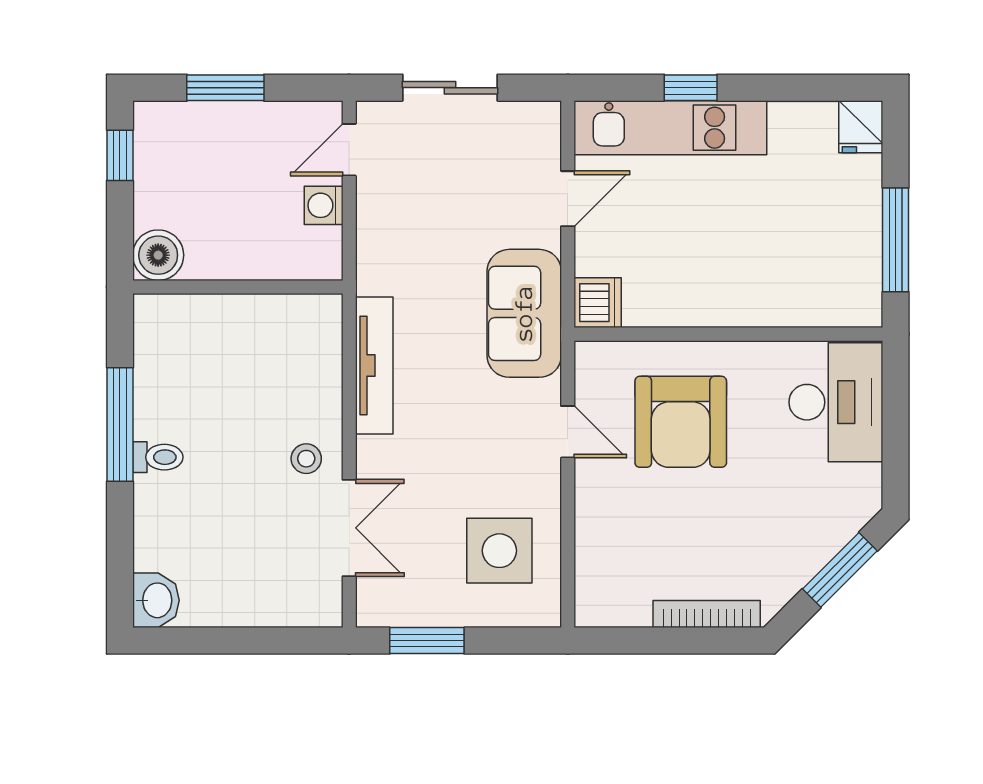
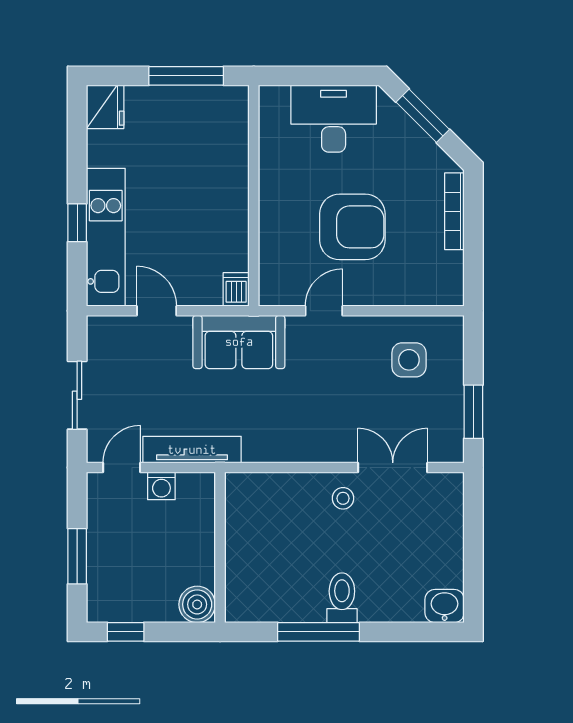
fridge: (861, 127) -> (105, 107), width x1.38
door: (349, 150) -> (122, 468), swing flipped
dishwasher: (598, 303) -> (236, 289), width x0.73
tv unit: (374, 365) -> (192, 450), moved
desk: (836, 402) -> (334, 119), moved
armchair: (681, 422) -> (352, 227), moved
toilet: (158, 457) -> (342, 598), width x1.37, depth x1.39
side table: (499, 551) -> (409, 360), width x0.73, depth x0.73

